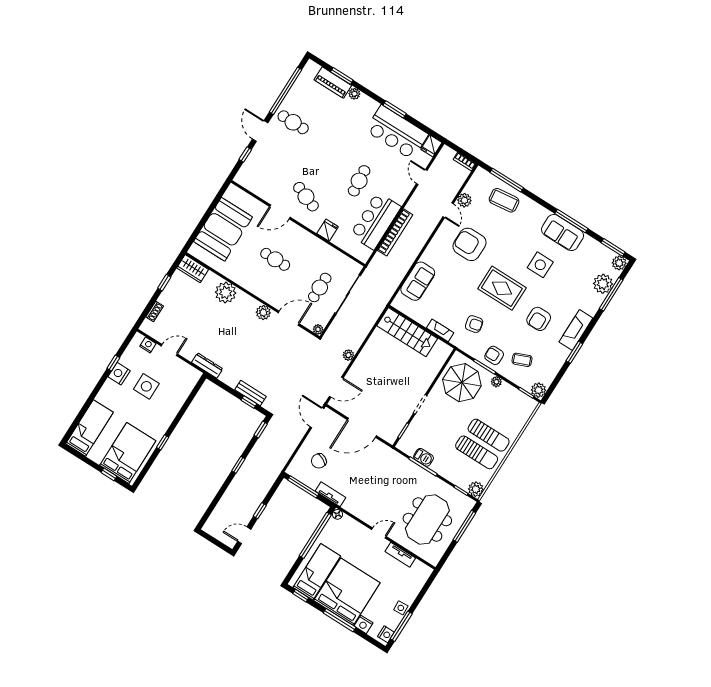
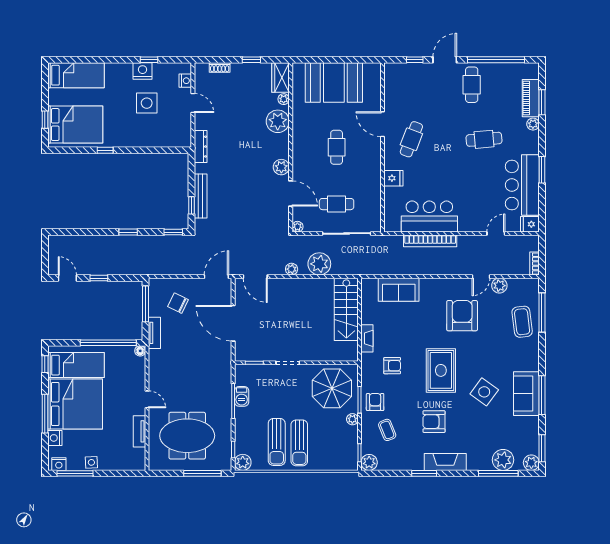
cafe table: (359, 181) -> (484, 139), moved
side table: (540, 265) -> (484, 392), turned 36
plant: (211, 277) -> (284, 99), added
armchair: (474, 324) -> (392, 366), turned -77
plant: (358, 331) -> (319, 264), added
bench: (251, 393) -> (201, 196), width x1.36

